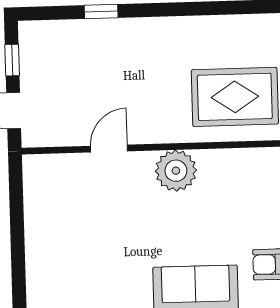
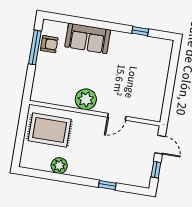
plant: (203, 31) -> (59, 166), added

